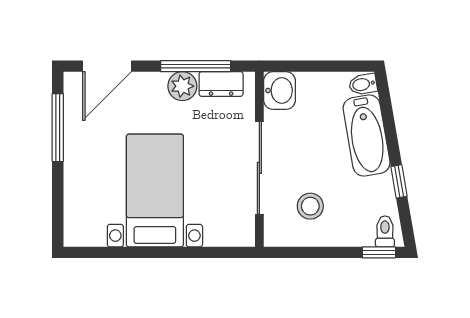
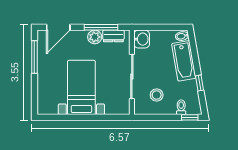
toilet: (385, 231) -> (181, 107), moved

